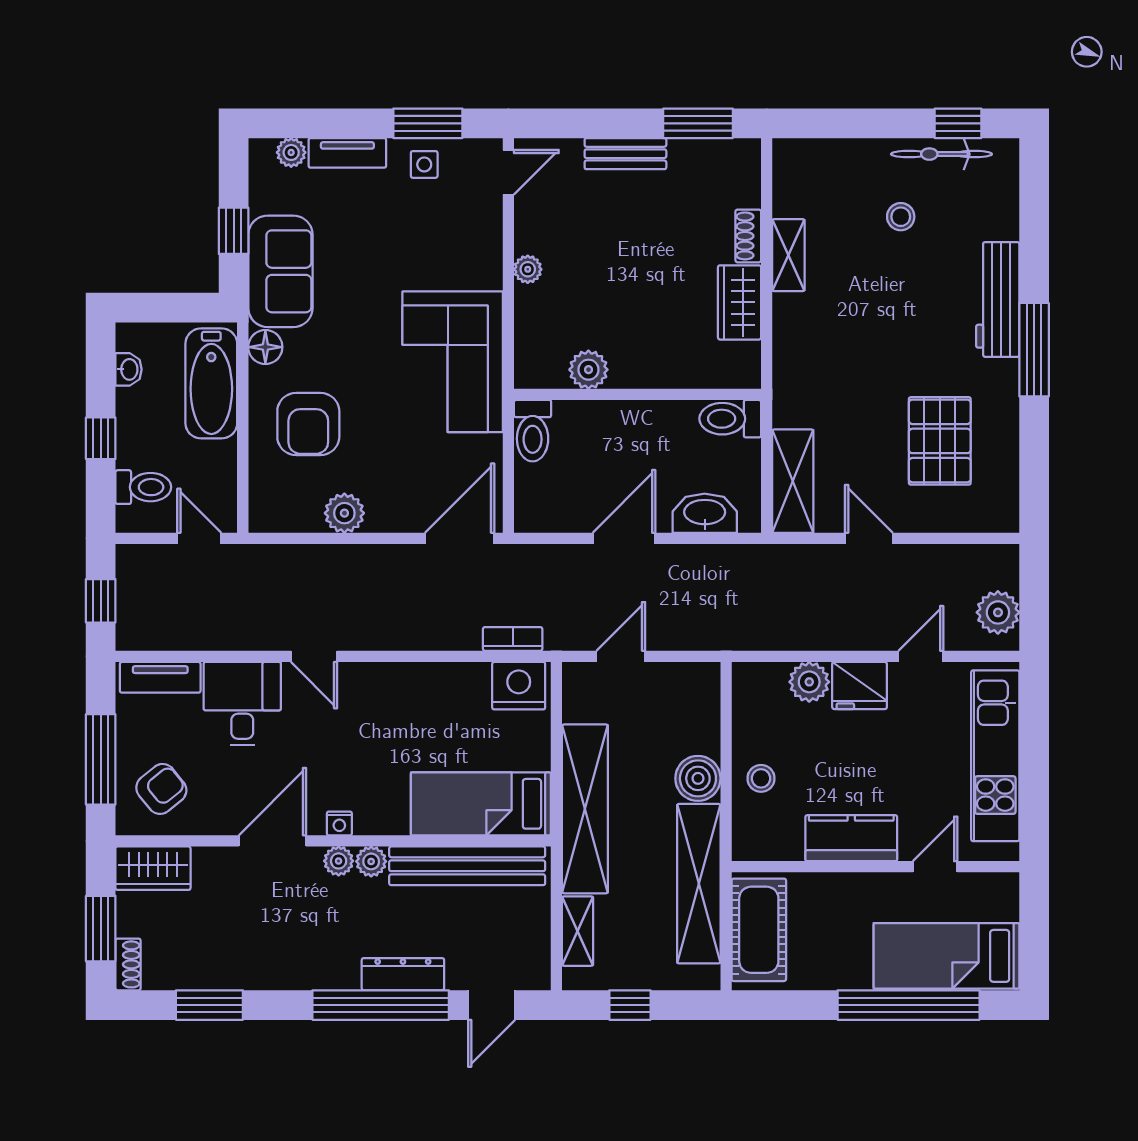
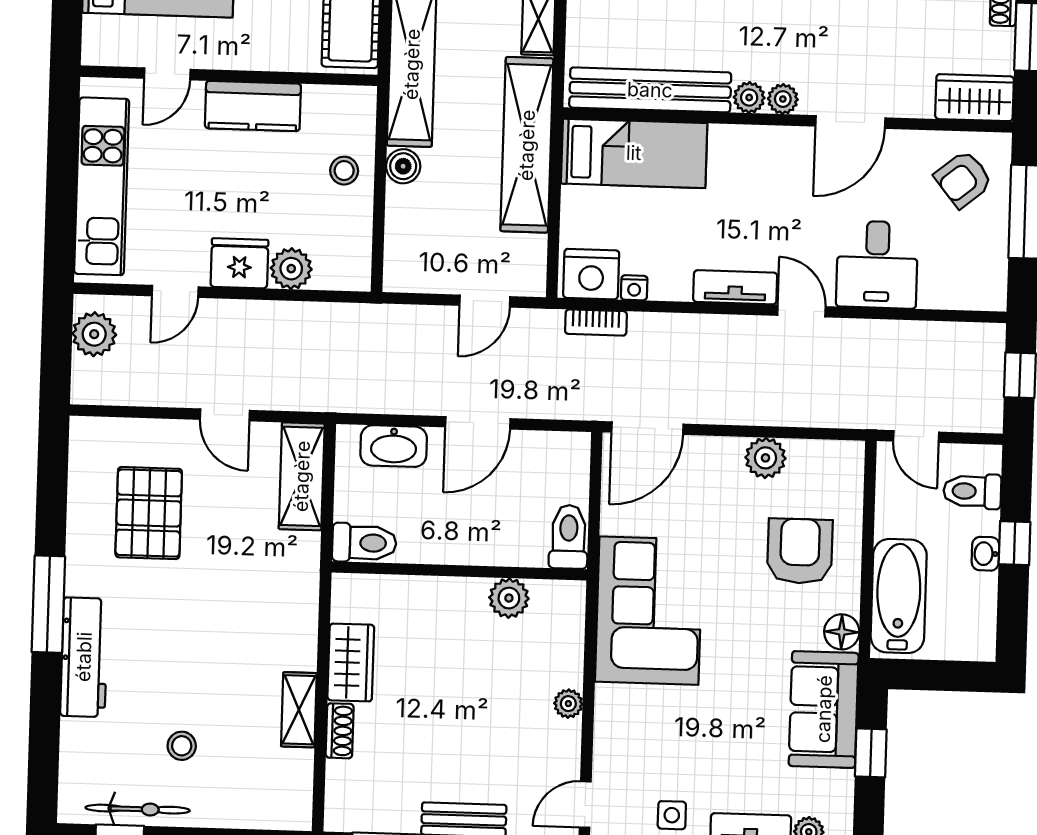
washbasin: (129, 369) -> (985, 554), moved
tv unit: (160, 677) -> (735, 287), moved
boiler: (698, 778) -> (403, 166), width x0.73, depth x0.73
nightstand: (339, 823) -> (634, 288), moved, turned 180

